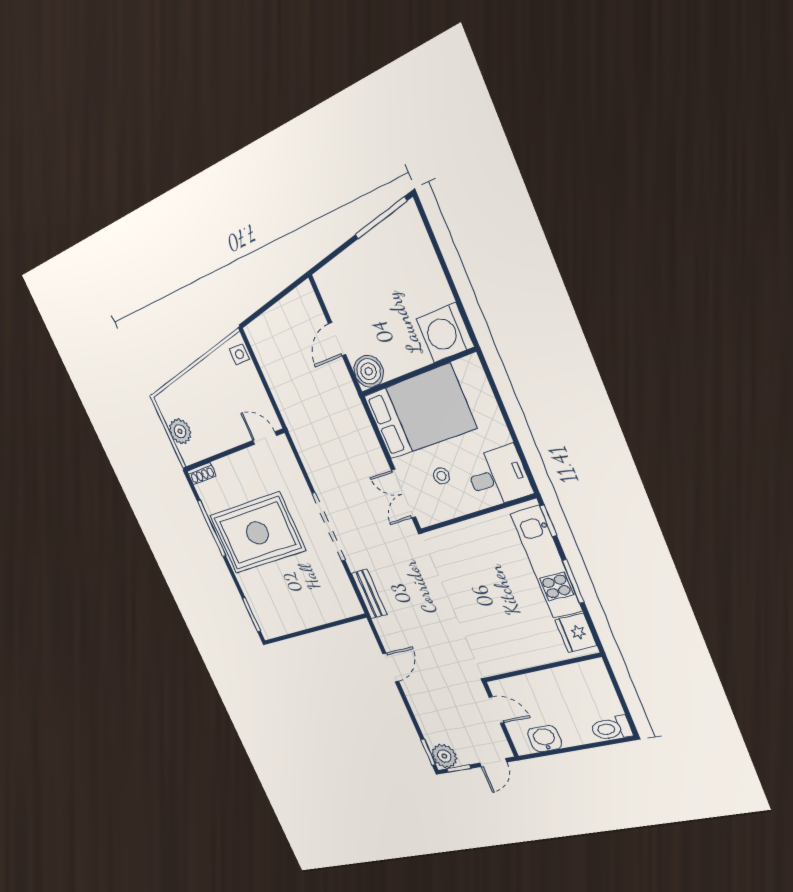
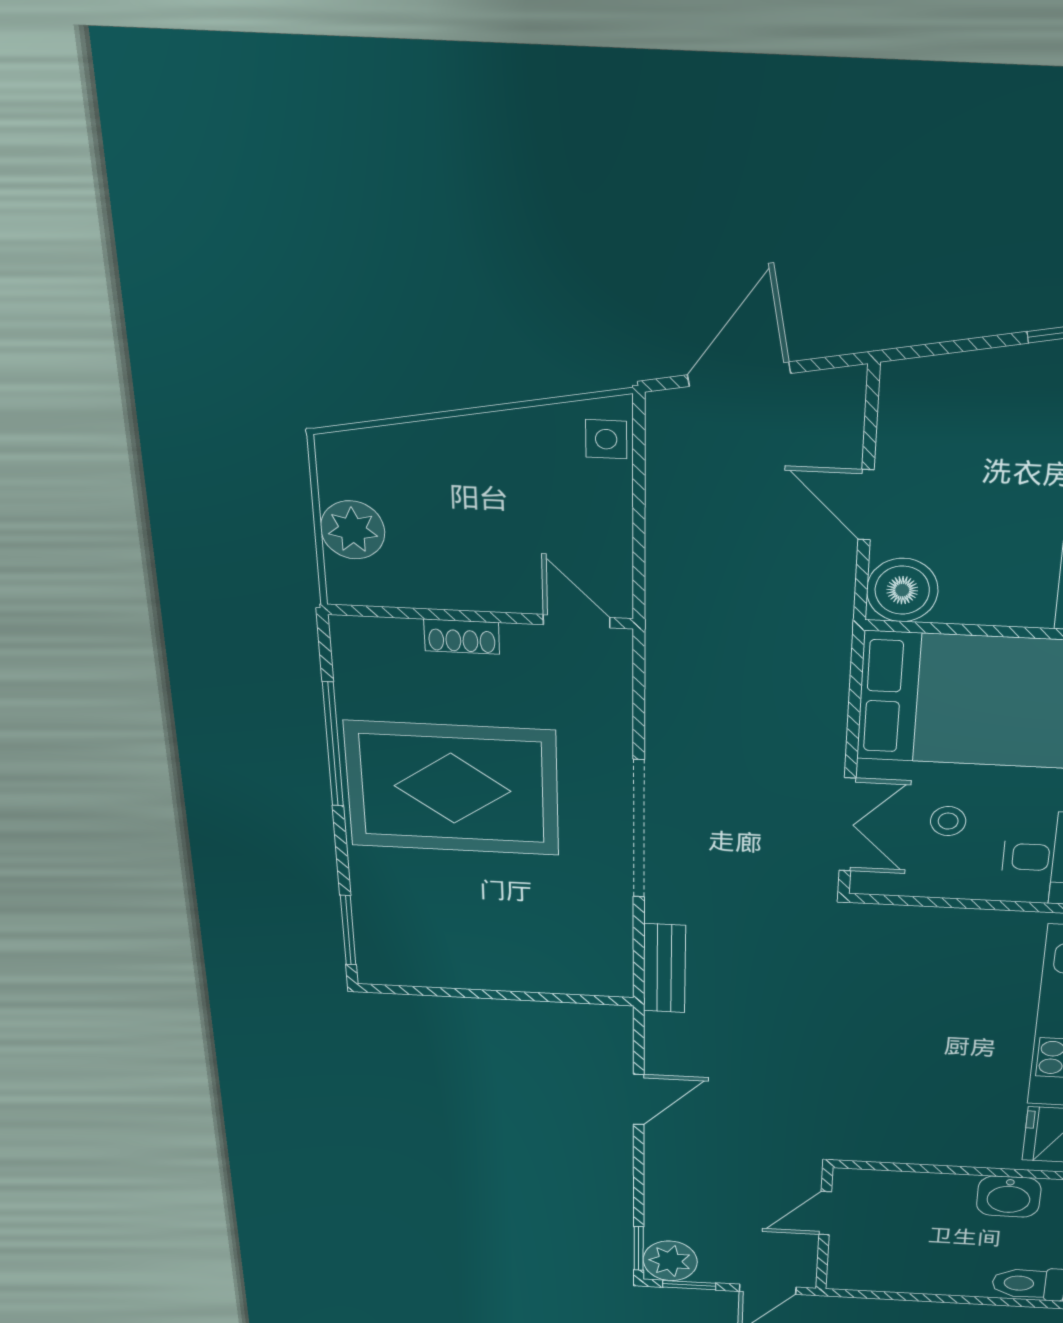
door: (269, 305) -> (739, 374), added
door: (337, 339) -> (866, 505), hinge flipped
shoe rack: (202, 474) -> (462, 637), moved
double door: (403, 494) -> (848, 825), swing flipped
door: (496, 710) -> (825, 1213), swing flipped
washbasin: (545, 739) -> (1009, 1197), moved, turned 180

